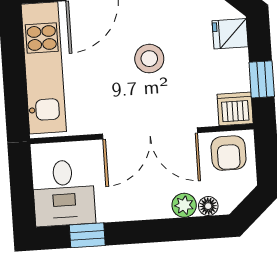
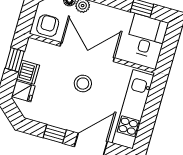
stool: (149, 59) -> (83, 84), moved
dishwasher: (235, 109) -> (28, 72), moved, turned -90

